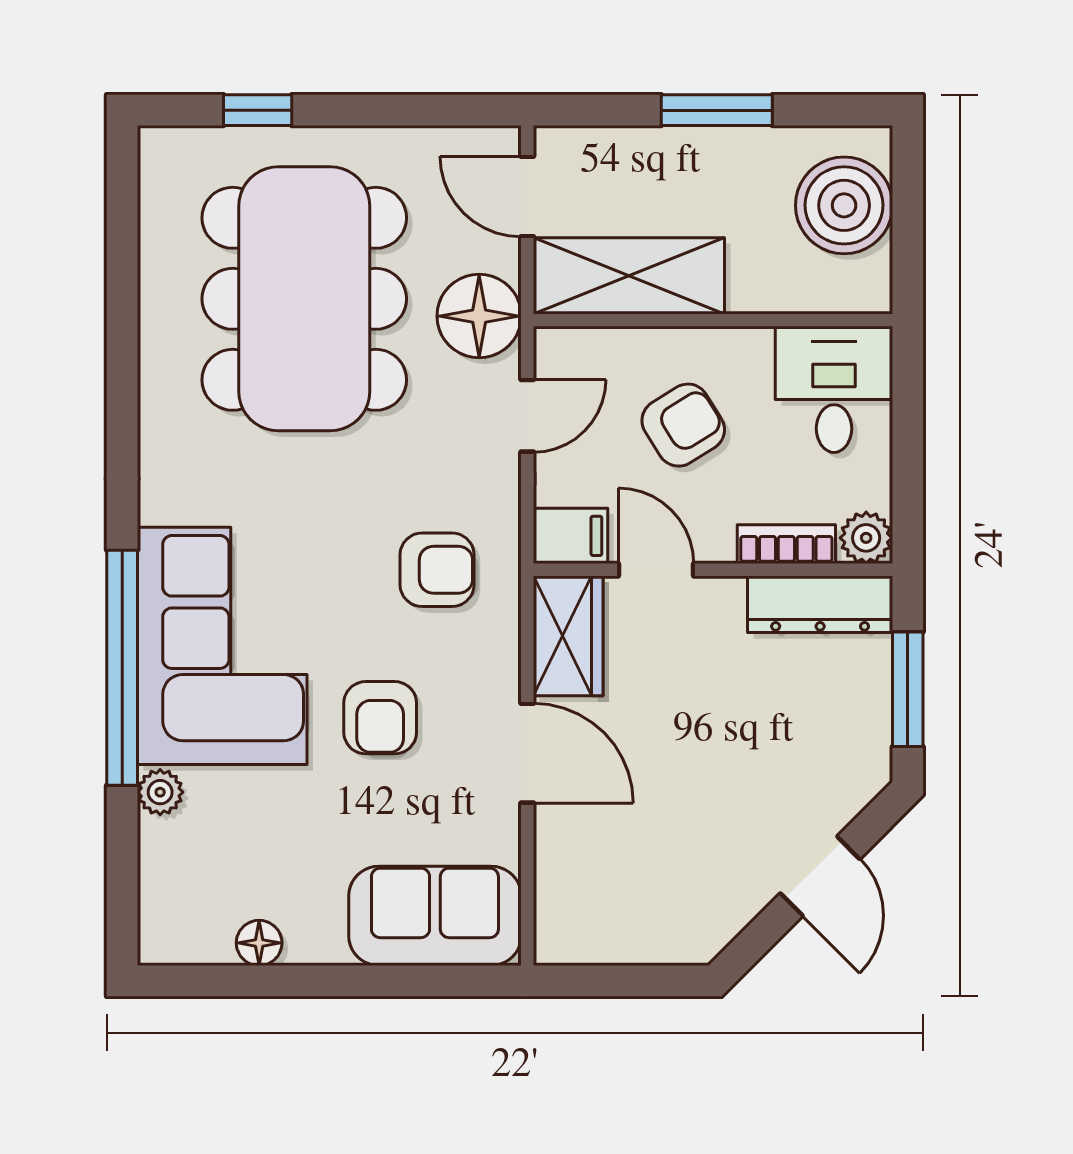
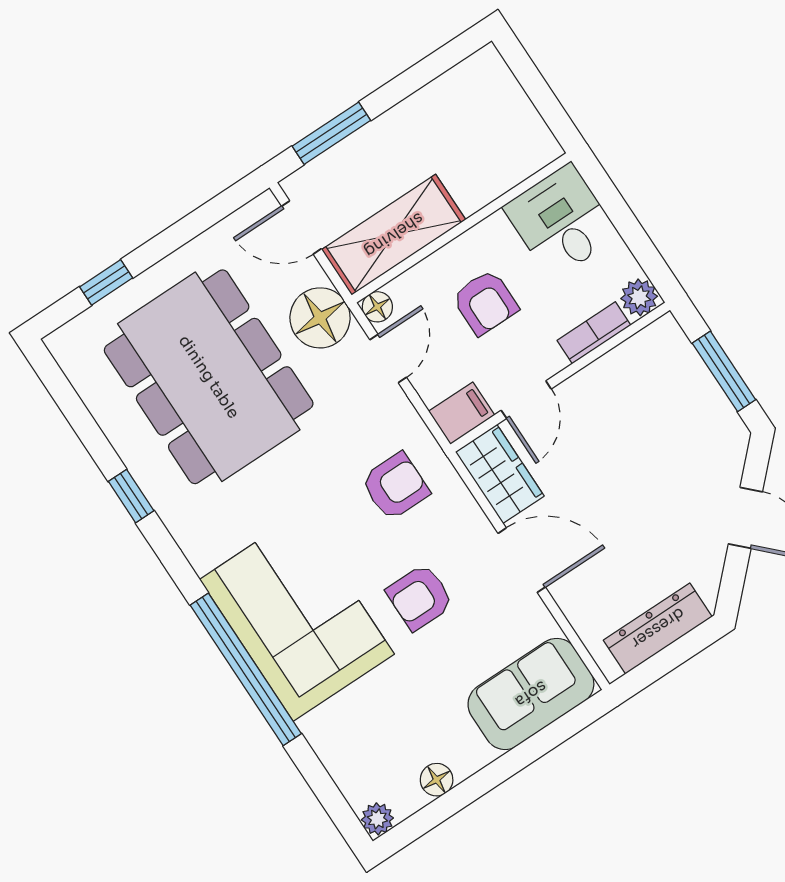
window: (717, 110) -> (331, 133), moved
boiler: (844, 205) -> (494, 107), removed
floor lamp: (554, 347) -> (377, 307), added
window: (122, 378) -> (131, 496), added
armchair: (683, 425) -> (485, 302), turned 122
door: (656, 570) -> (526, 400), swing flipped
dresser: (820, 604) -> (658, 628), moved, turned 180
armchair: (380, 718) -> (420, 597), turned 90
plant: (160, 792) -> (377, 819), moved

